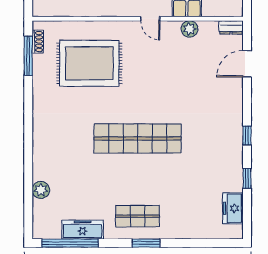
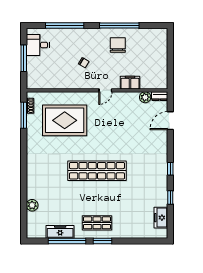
door: (150, 19) -> (105, 90), hinge flipped
plant: (190, 29) -> (145, 97), moved
window: (70, 243) -> (67, 241), moved

